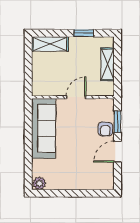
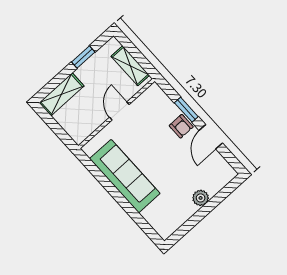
wall: (73, 97) -> (116, 114), moved
door: (76, 97) -> (119, 111), moved
plant: (39, 183) -> (201, 198), moved

